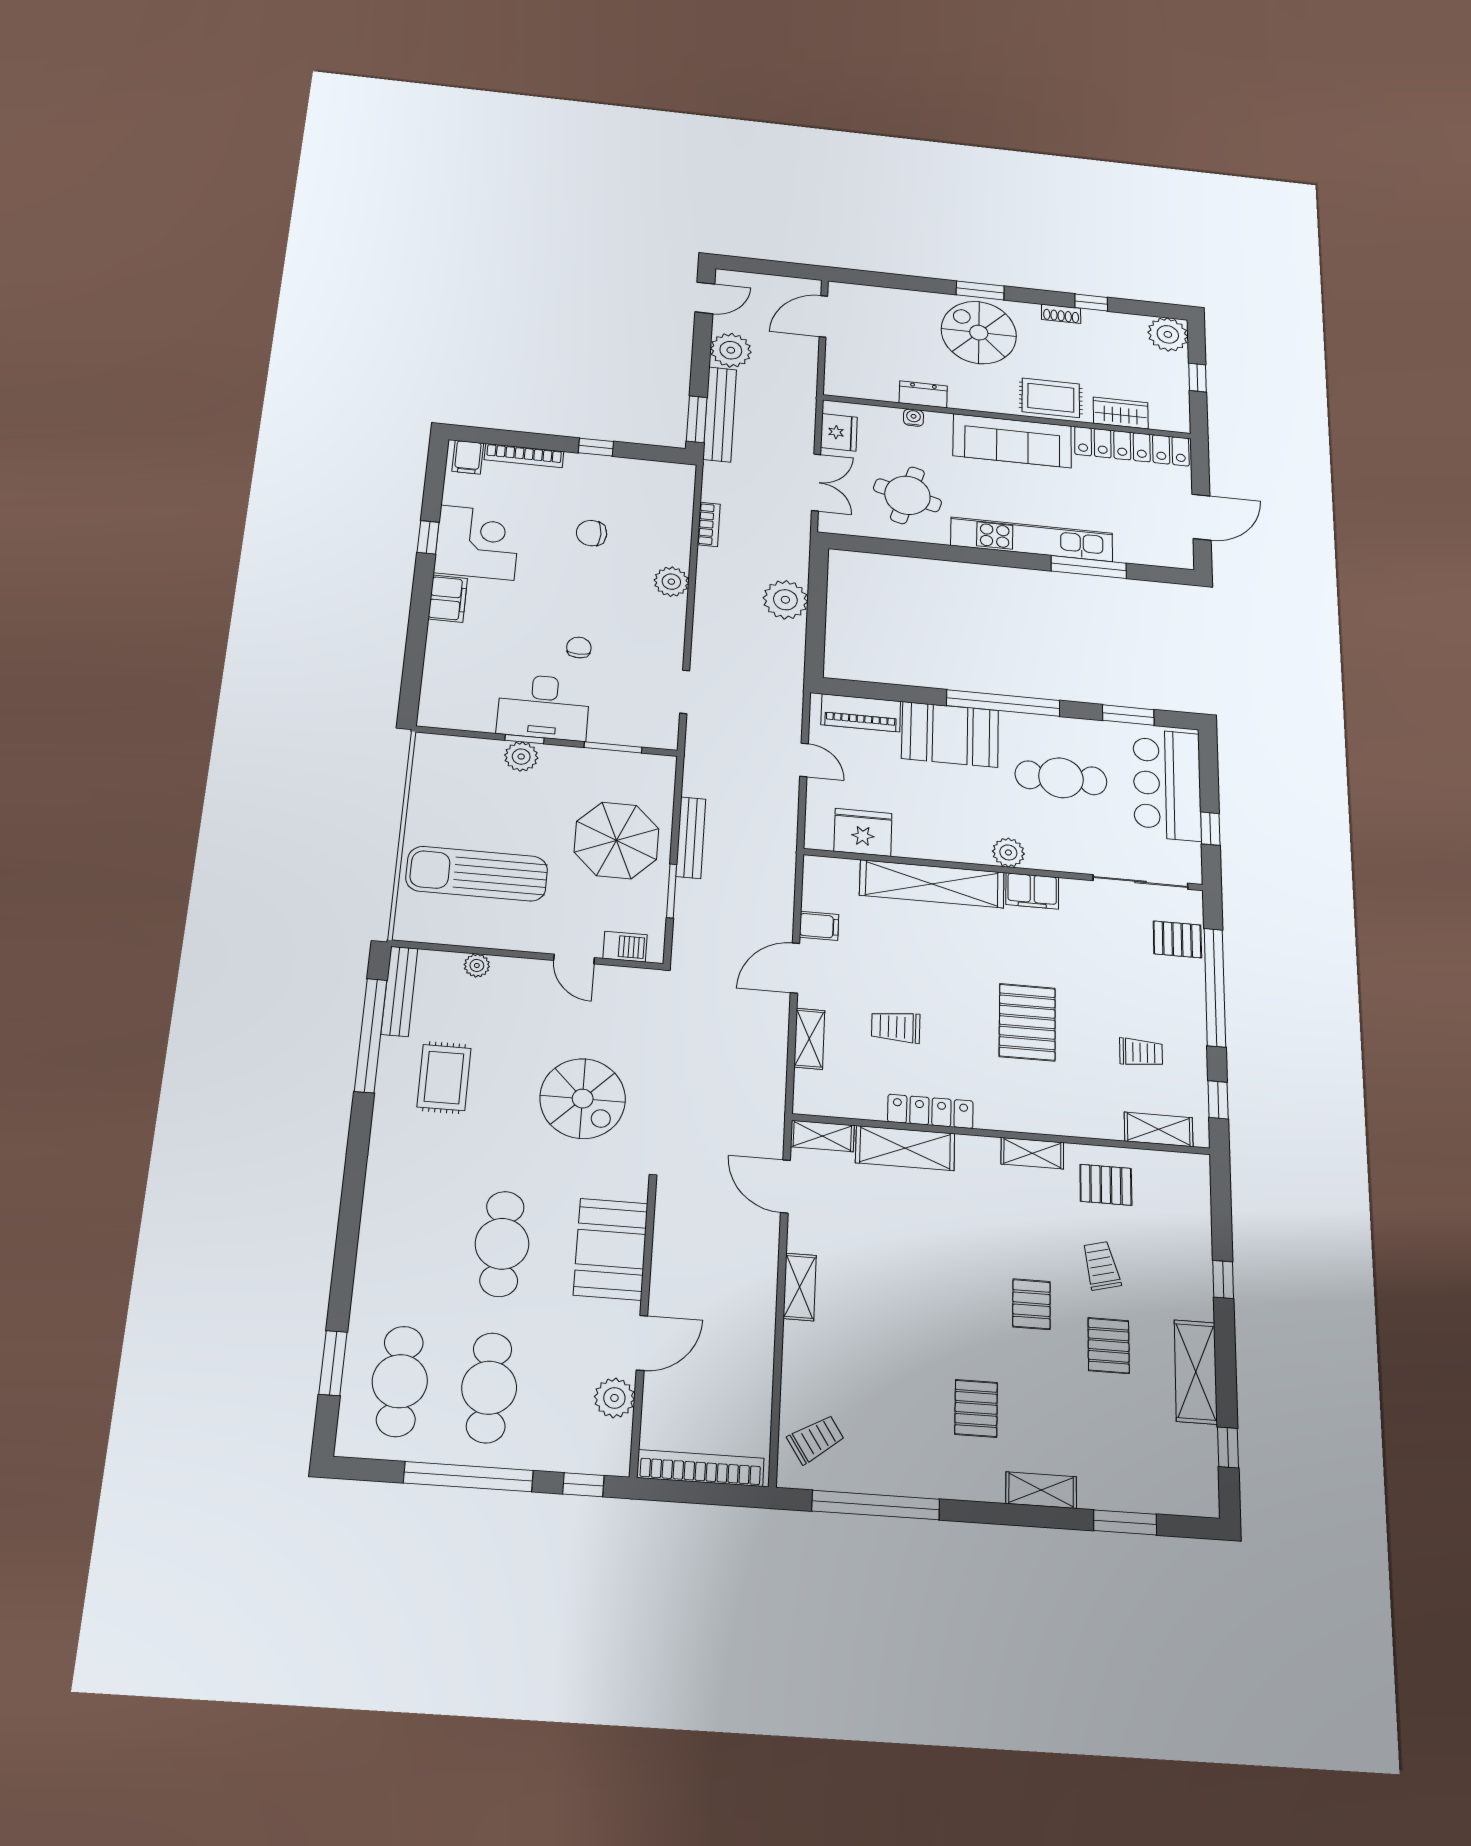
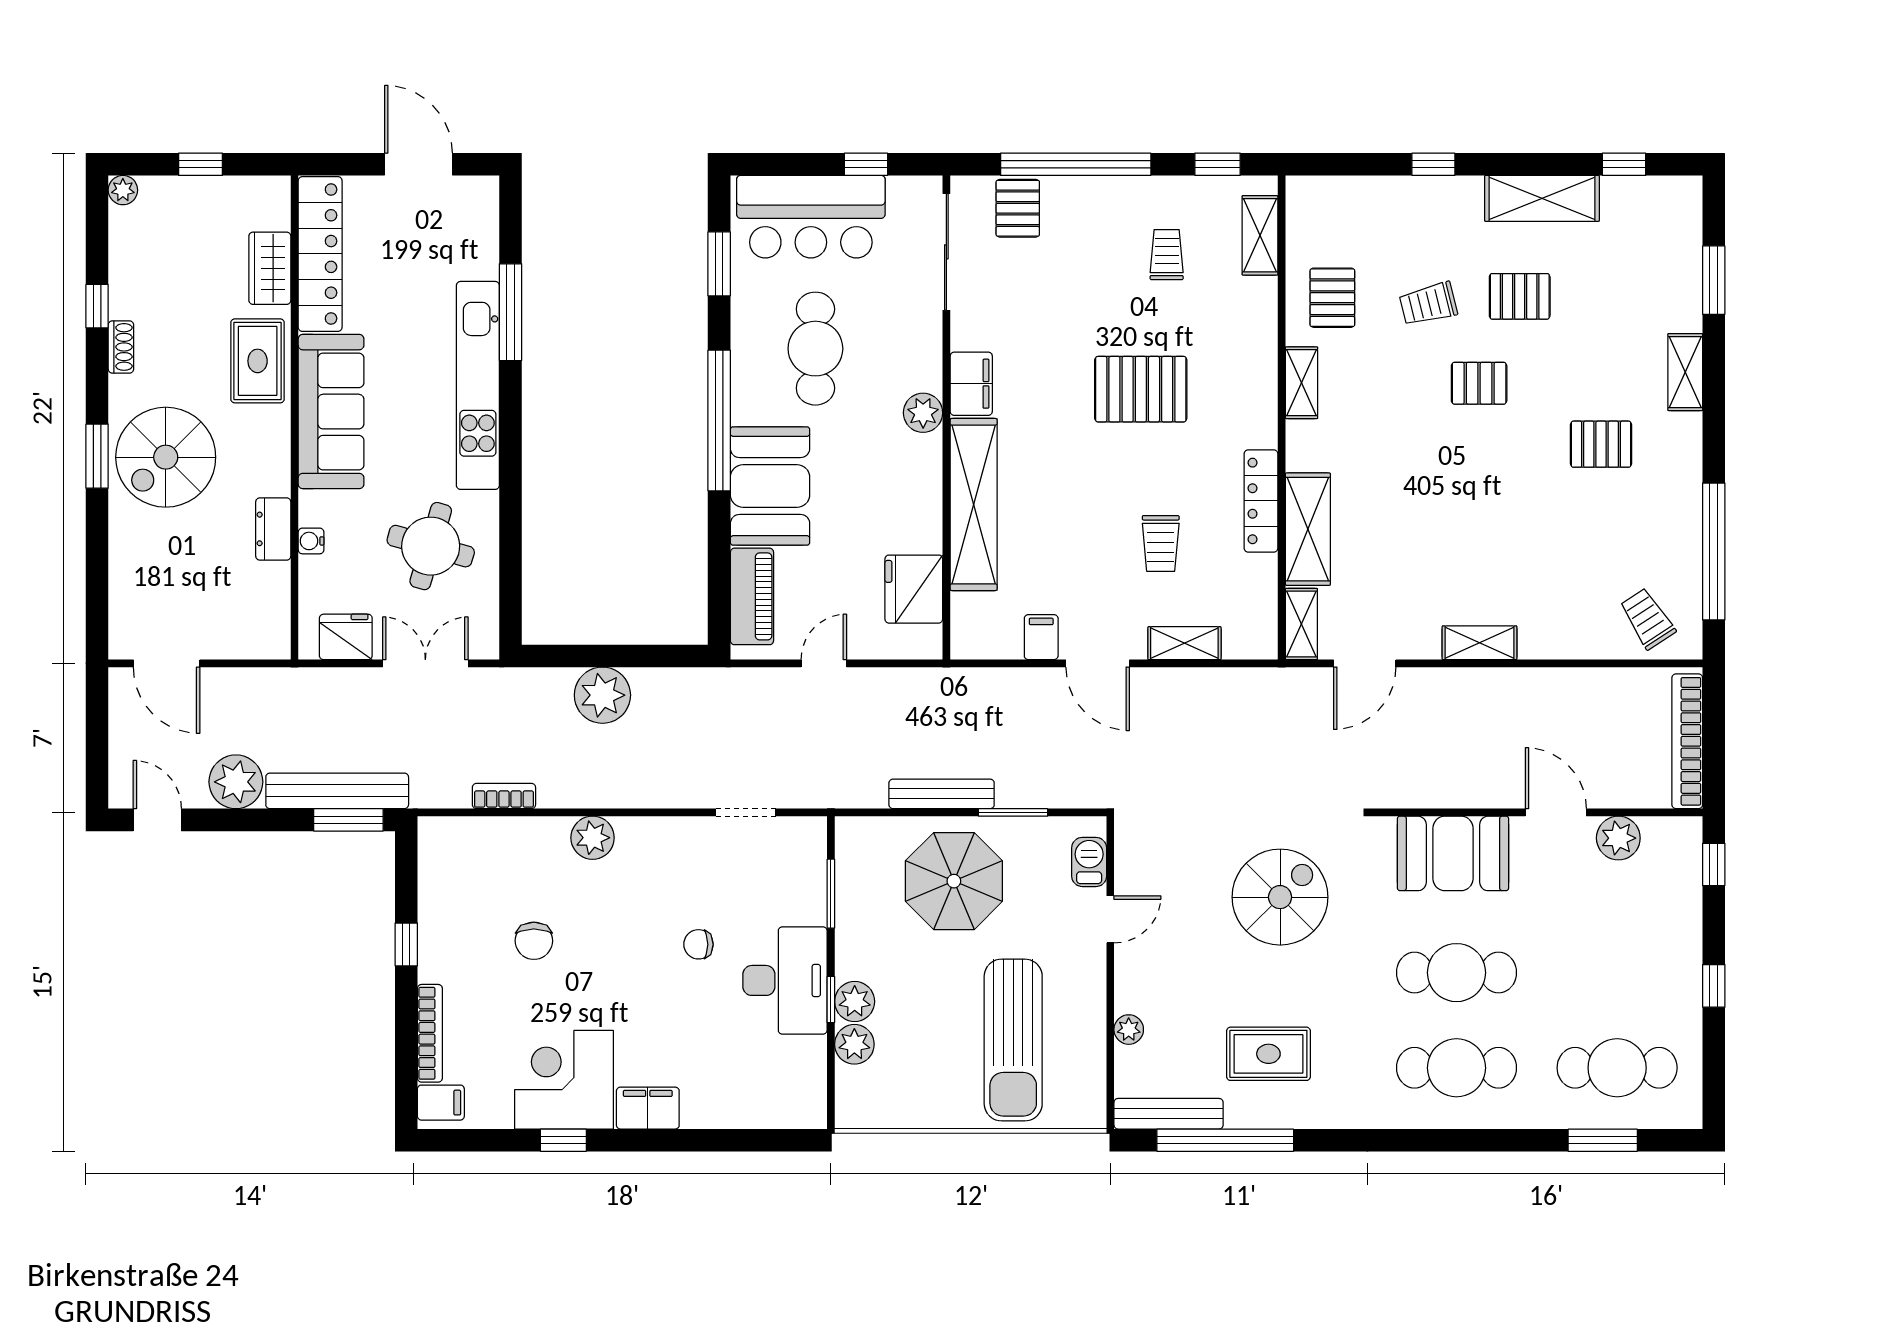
plant: (1168, 334) -> (123, 190), width x0.53, depth x0.53
plant: (485, 753) -> (854, 1044), added
cafe table: (489, 1388) -> (1456, 1068), moved
window: (468, 1477) -> (1714, 986), width x0.32

